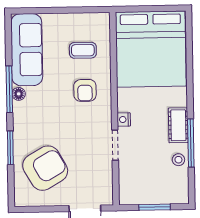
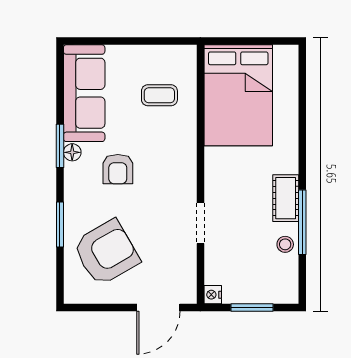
bed: (151, 49) -> (238, 95), width x0.73
window: (9, 89) -> (60, 146), width x0.69
armchair: (85, 90) -> (118, 169), moved
nightstand: (124, 119) -> (213, 295), moved

